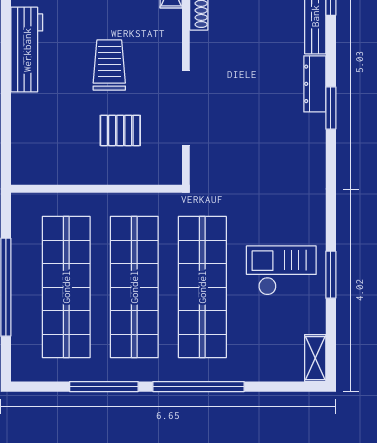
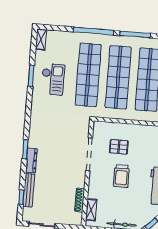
checkout: (281, 270) -> (53, 79), turned -90

